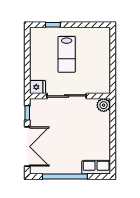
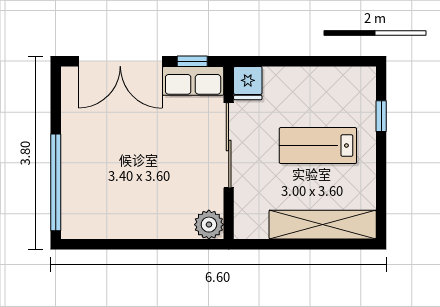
shelving: (104, 52) -> (323, 225), added
row of seats: (96, 167) -> (193, 81), moved, turned 90
window: (65, 177) -> (56, 182), moved

